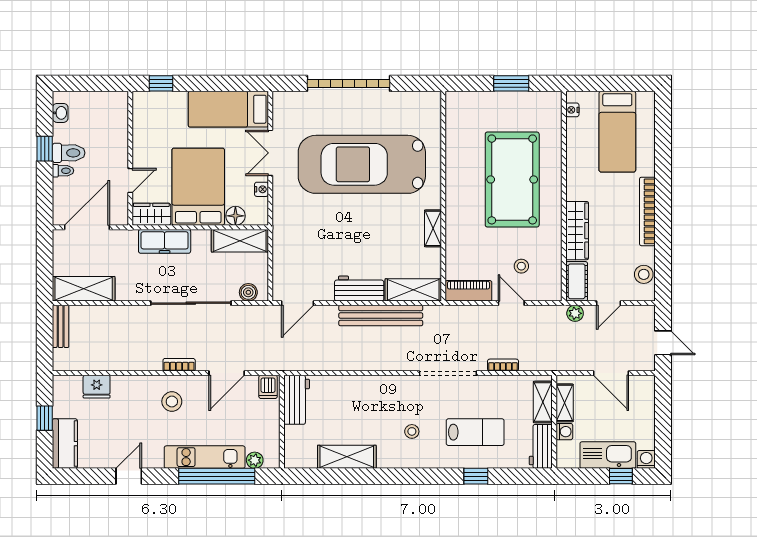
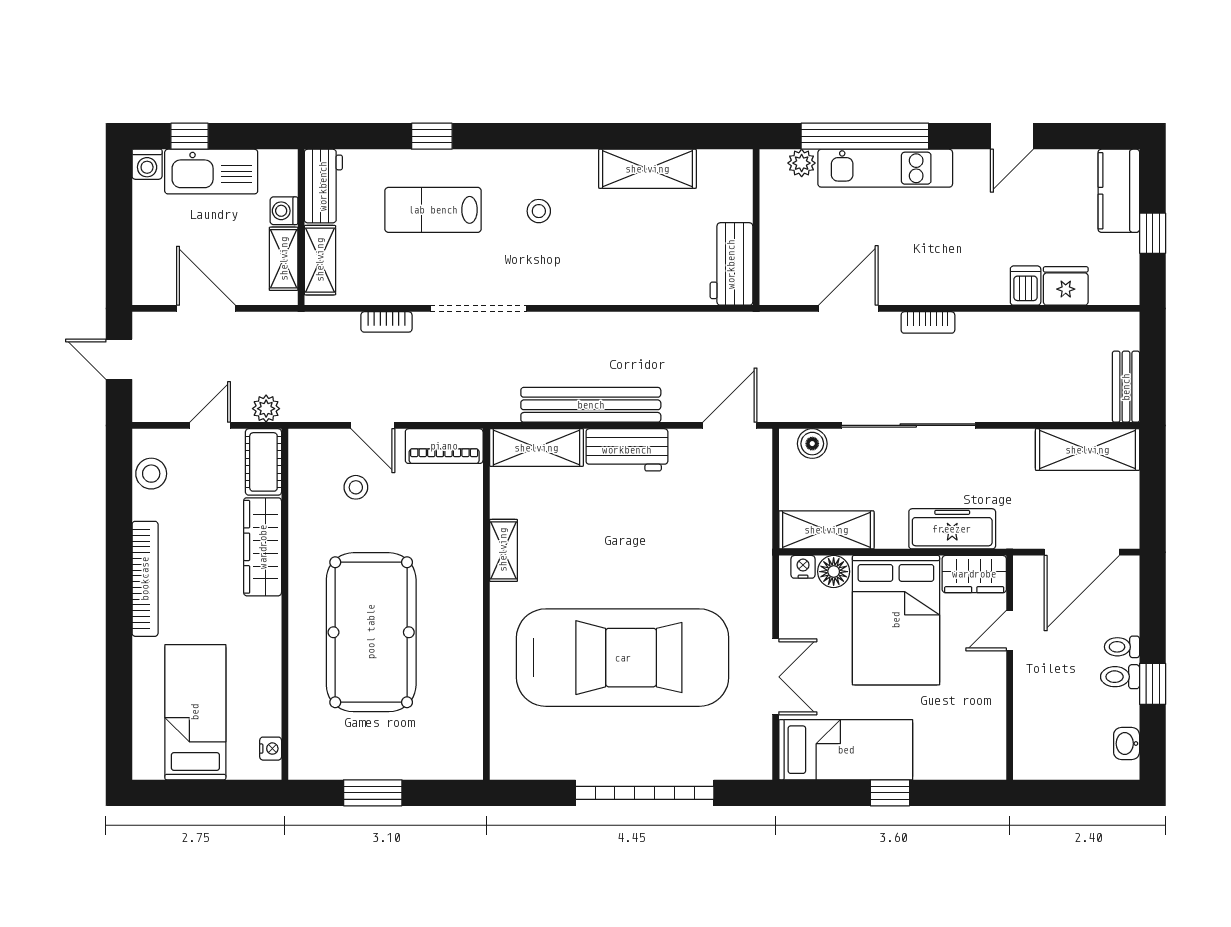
window: (161, 83) -> (890, 793), moved
toilet: (69, 153) -> (1120, 677), width x0.73, depth x0.72
nightstand: (261, 189) -> (803, 567), moved, turned 90
dishwasher: (268, 387) -> (1026, 286), moved
stool: (172, 402) -> (940, 261), removed

